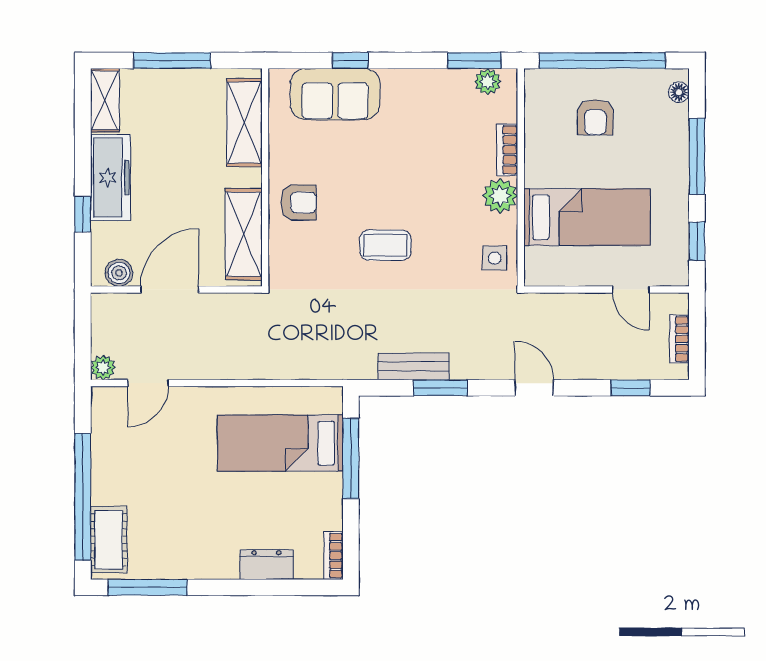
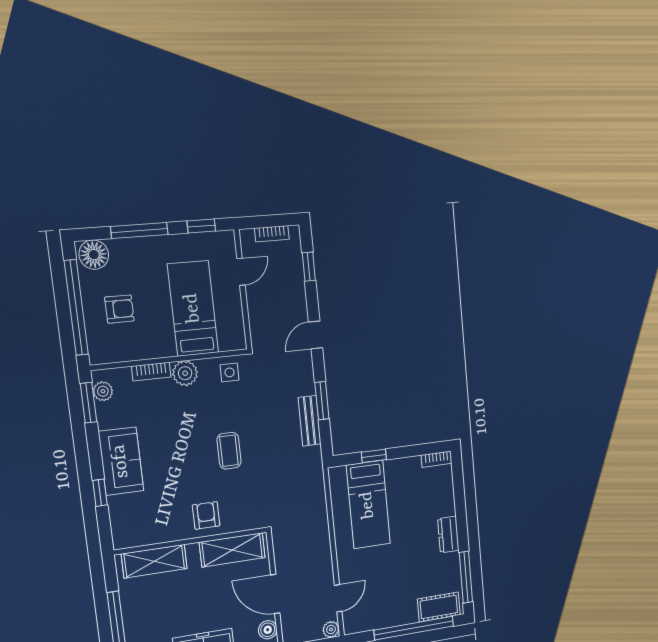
floor lamp: (679, 92) -> (94, 255), width x1.89, depth x1.89
sofa: (335, 94) -> (121, 461), moved
door: (148, 383) -> (338, 598), hinge flipped
window: (351, 458) -> (374, 456), width x0.46
dresser: (267, 565) -> (448, 534), moved

